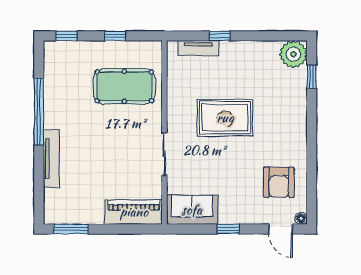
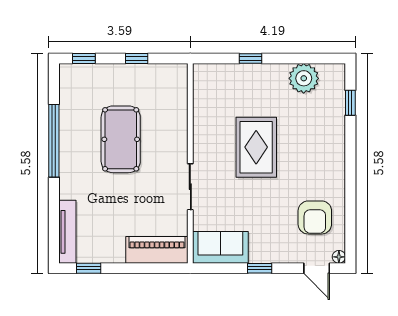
tv unit: (198, 48) -> (227, 72), removed
plant: (293, 54) -> (304, 78), moved
pool table: (124, 86) -> (121, 139), moved, turned 90
rug: (225, 118) -> (256, 147), turned 90
tv unit: (51, 159) -> (67, 232), moved
window: (71, 229) -> (89, 268), width x0.67

